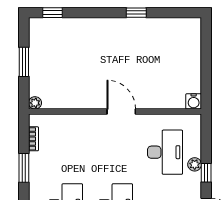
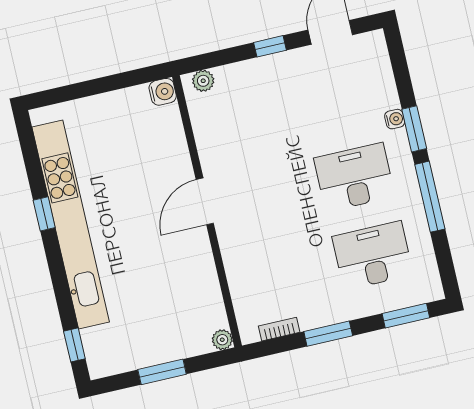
kitchen unit: (126, 27) -> (71, 224), added
desk: (165, 152) -> (252, 118), removed
plant: (195, 164) -> (203, 81), moved

